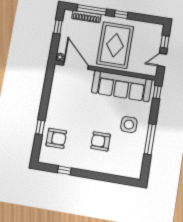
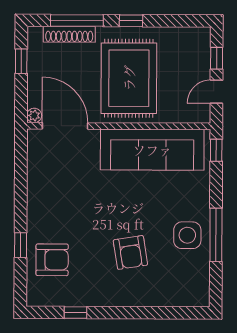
side table: (129, 125) -> (187, 235), moved
armchair: (101, 141) -> (130, 252), turned -99

